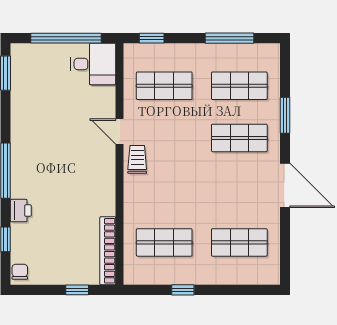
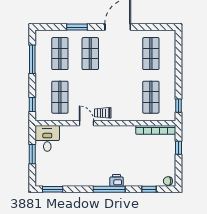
window: (66, 38) -> (32, 154), width x0.47
door: (120, 131) -> (86, 123), swing flipped
printer: (21, 211) -> (117, 180), moved
window: (183, 290) -> (178, 106), moved

